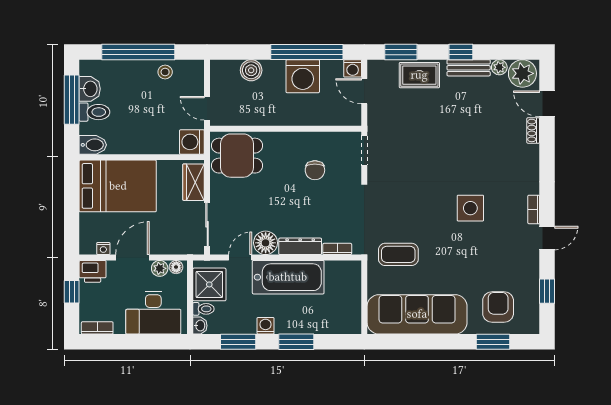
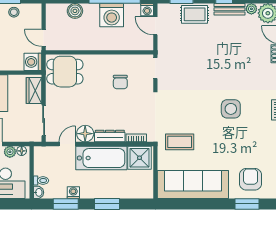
shower: (209, 284) -> (140, 158), moved
washing machine: (266, 326) -> (73, 193), moved

